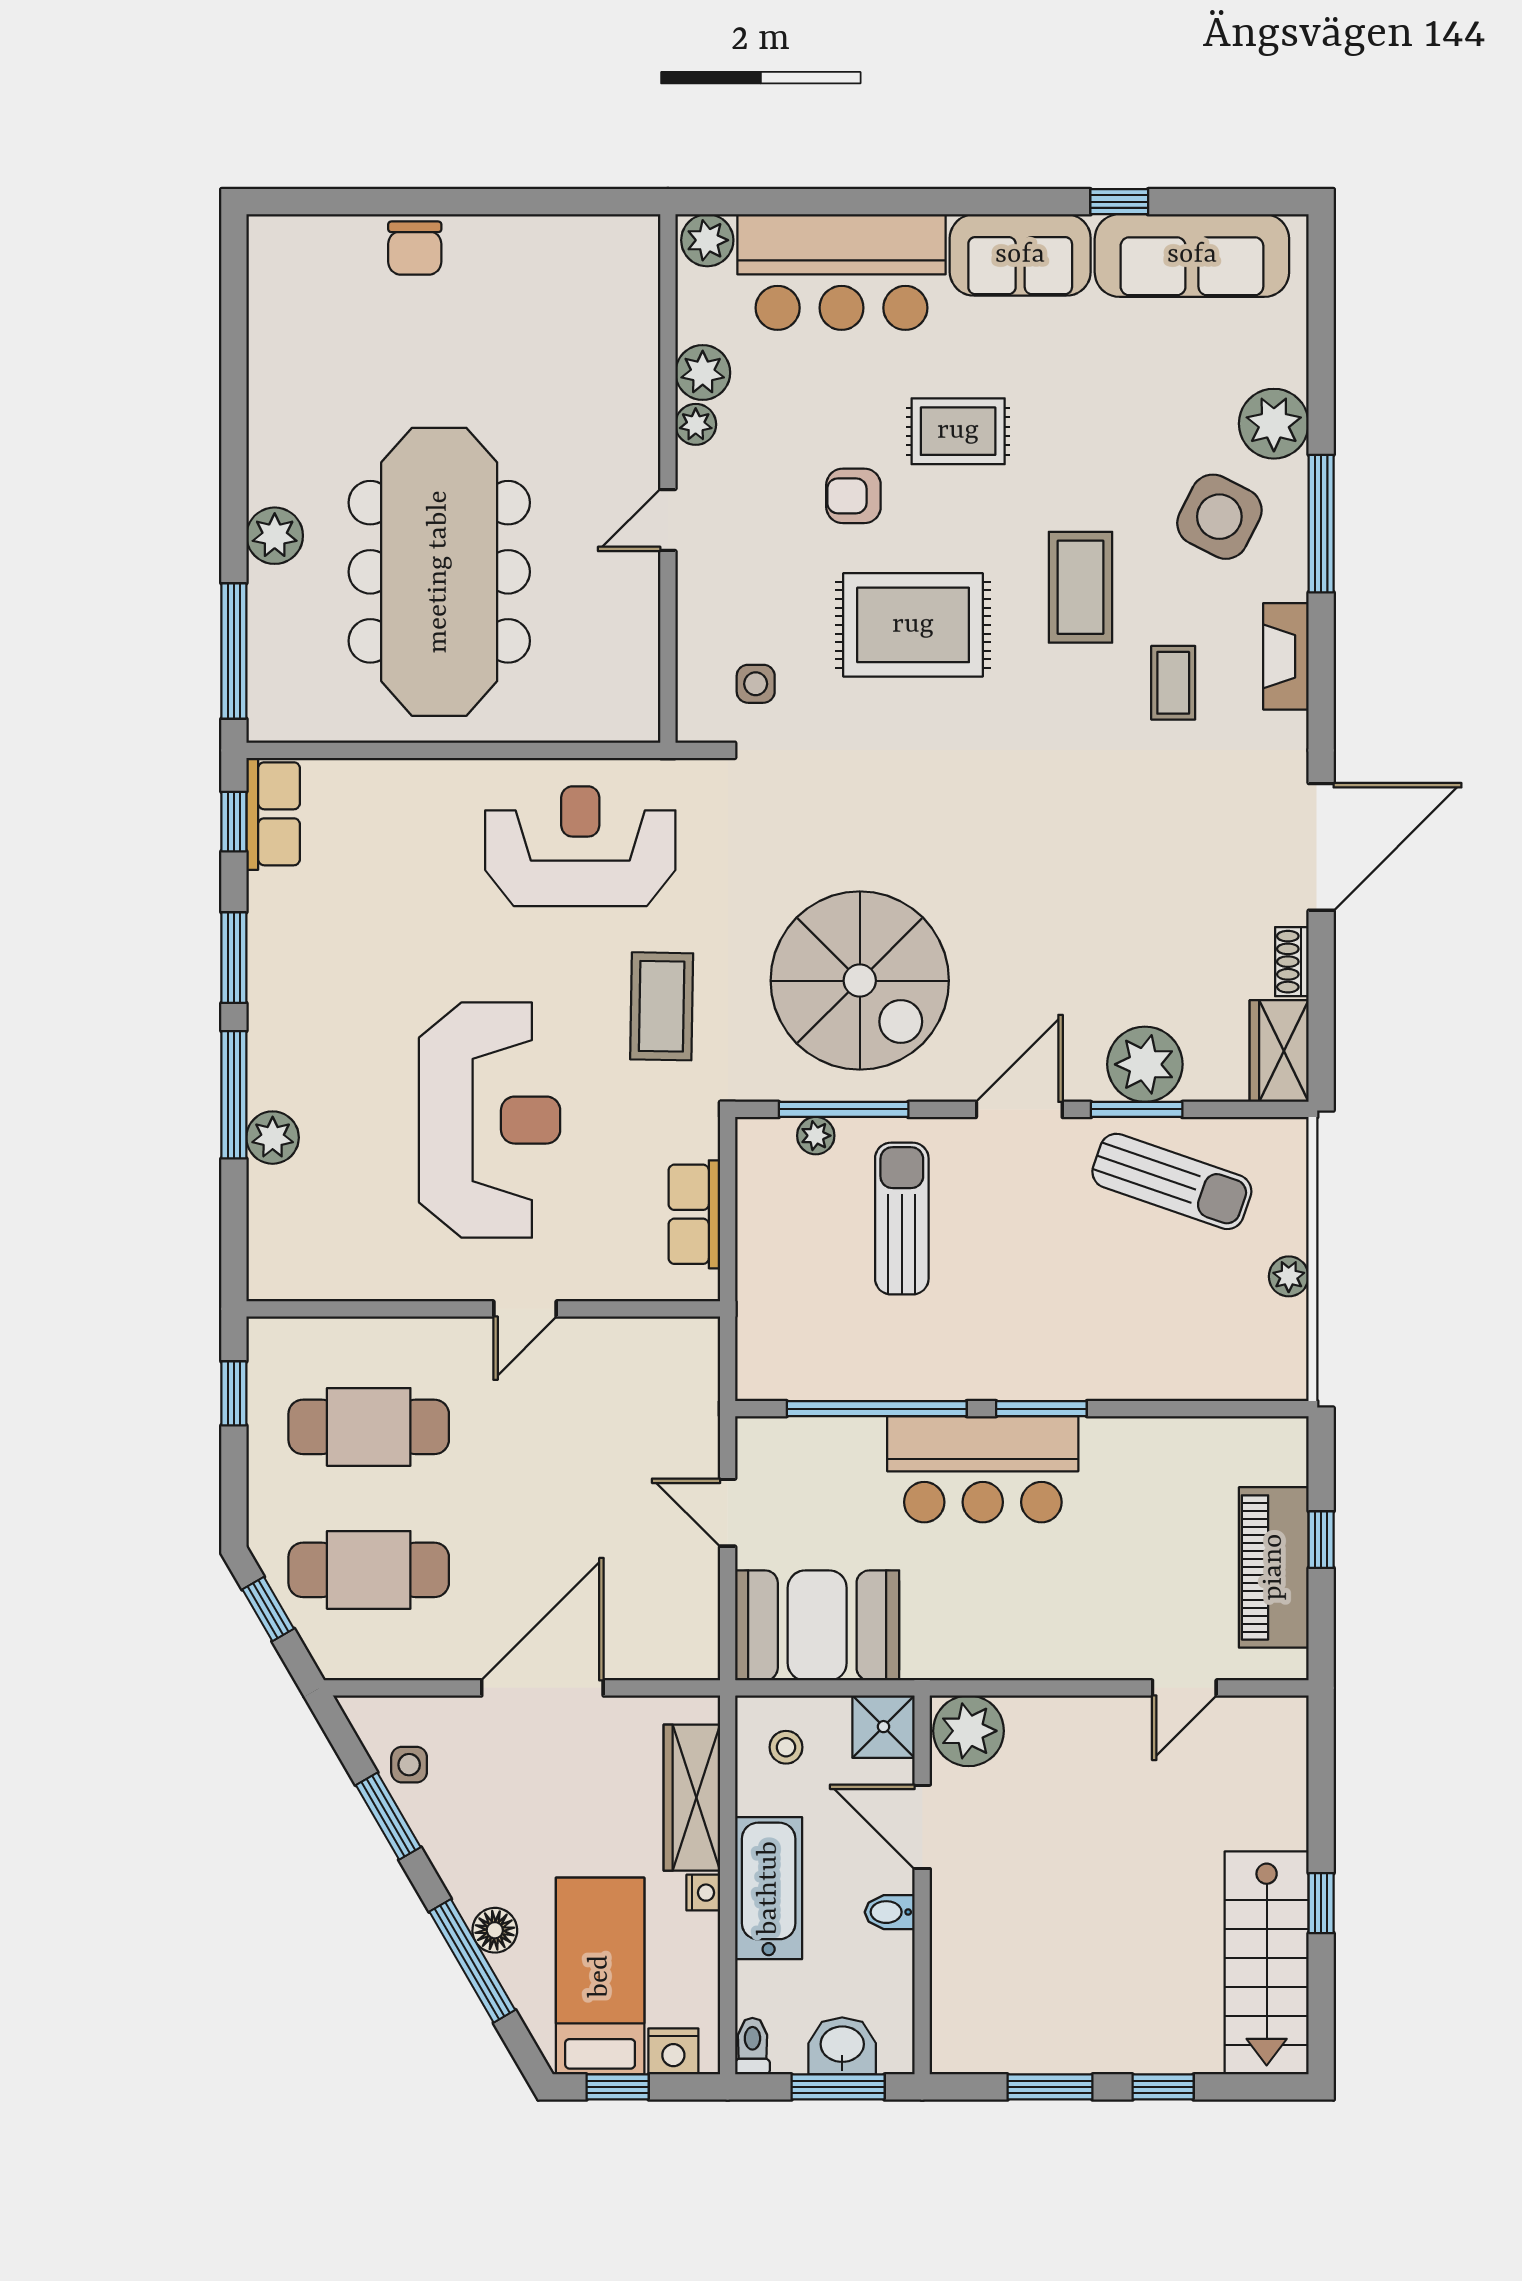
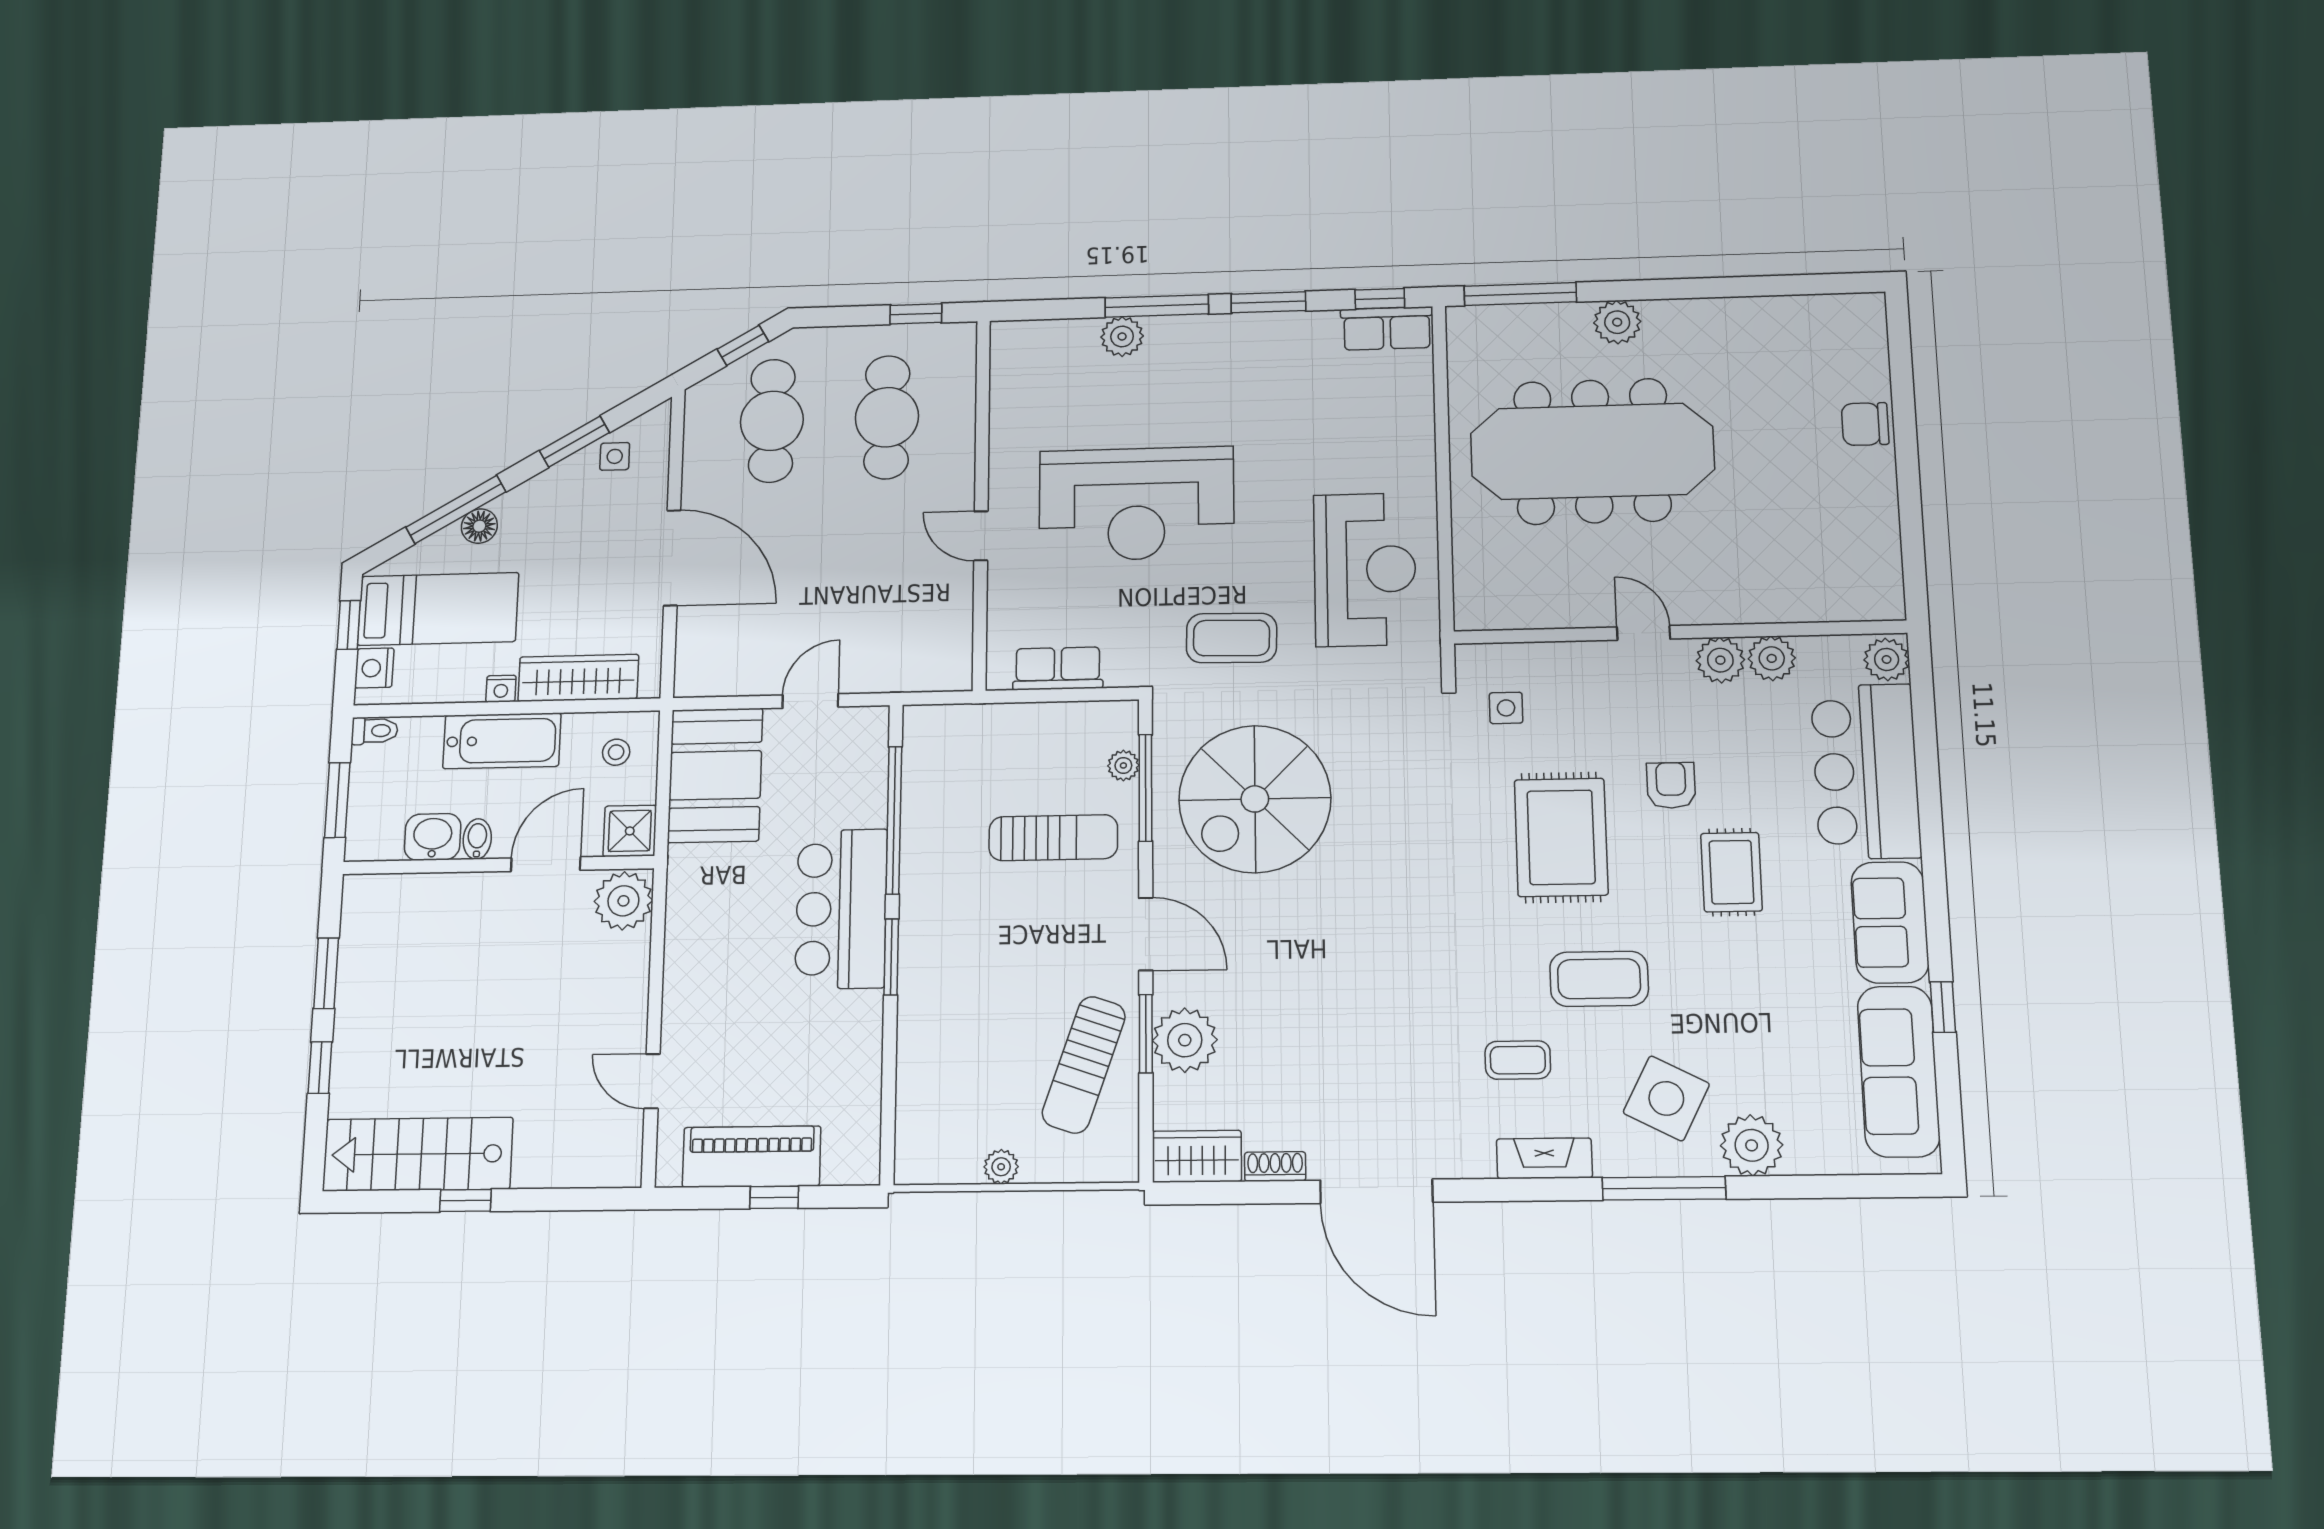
plant: (696, 424) -> (1720, 660), width x1.38, depth x1.38
washbasin: (842, 2046) -> (433, 837), moved, turned -90

